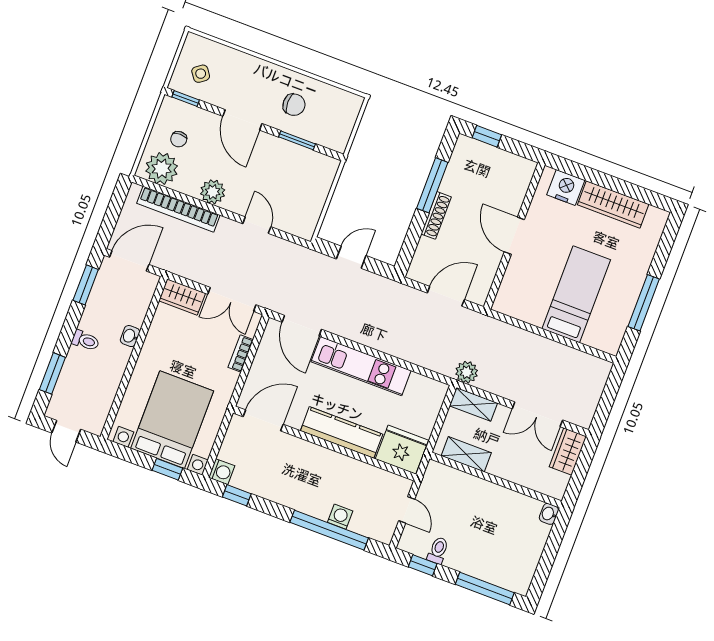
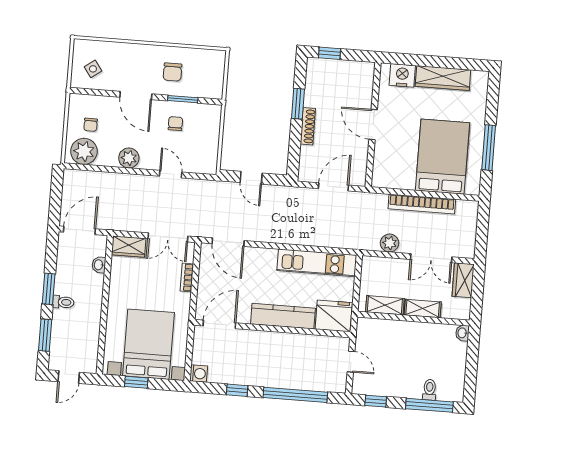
window: (186, 98) -> (87, 92), removed
chair: (294, 105) -> (172, 72), turned 90
chair: (280, 167) -> (175, 124), added
window: (432, 185) -> (298, 104), width x0.69
bookcase: (178, 209) -> (422, 204), moved
door: (351, 257) -> (251, 178), swing flipped
window: (86, 285) -> (49, 289), moved
bed: (576, 294) -> (443, 157), width x1.50
washbasin: (130, 336) -> (99, 265), moved
kitchen unit: (361, 366) -> (317, 263), moved
plant: (467, 372) -> (390, 243), moved
shelving: (473, 404) -> (423, 308), moved
door: (66, 431) -> (69, 377), hinge flipped
window: (167, 469) -> (136, 382), moved
window: (237, 495) -> (237, 390), moved
washing machine: (340, 517) -> (301, 382), removed
toilet: (438, 550) -> (430, 390), moved

